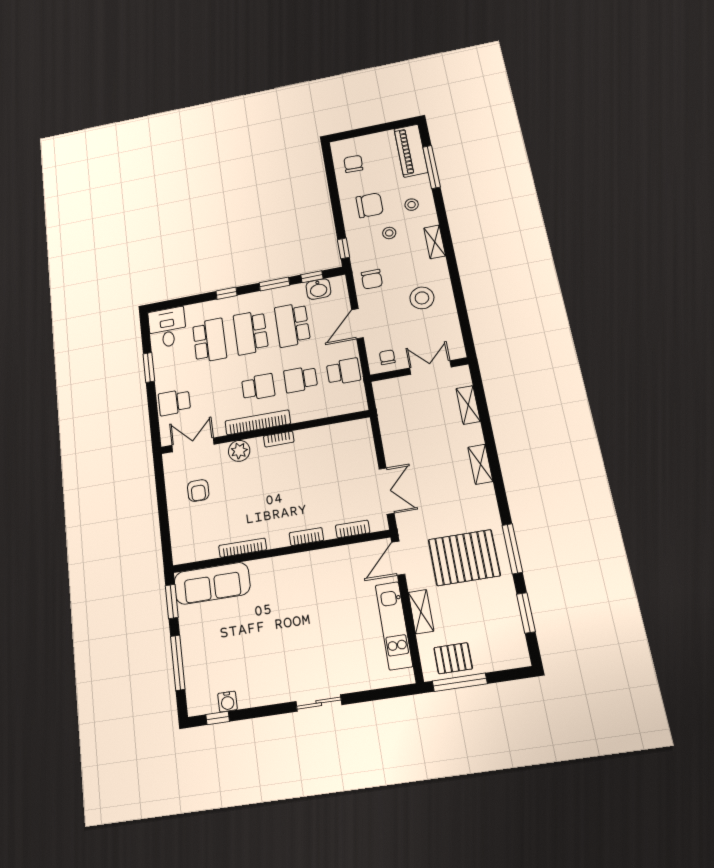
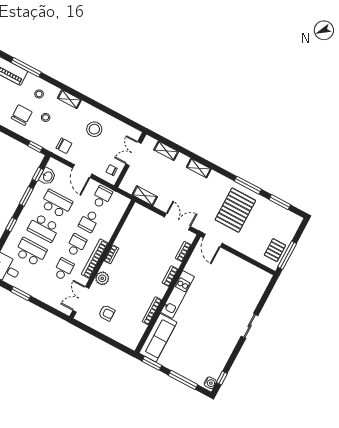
school desk: (292, 325) -> (56, 204), turned 180
school desk: (174, 402) -> (63, 269), moved, turned 180
shelving: (421, 612) -> (145, 196), moved
kitchen unit: (394, 626) -> (178, 294), moved, turned -90
water cooler: (228, 702) -> (210, 383), moved

